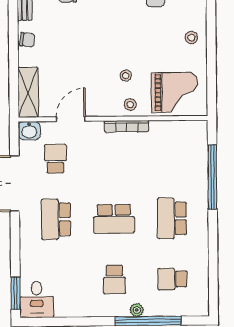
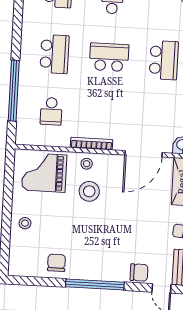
stool: (126, 76) -> (89, 191), width x1.89, depth x1.89
door: (71, 119) -> (143, 154), width x1.36
school desk: (55, 159) -> (51, 111), moved

